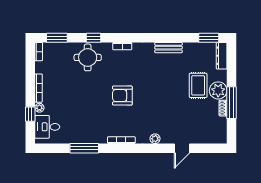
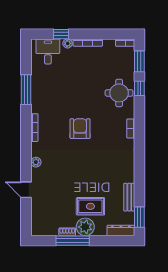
window: (94, 38) -> (139, 88), moved
bench: (168, 48) -> (129, 197), moved

